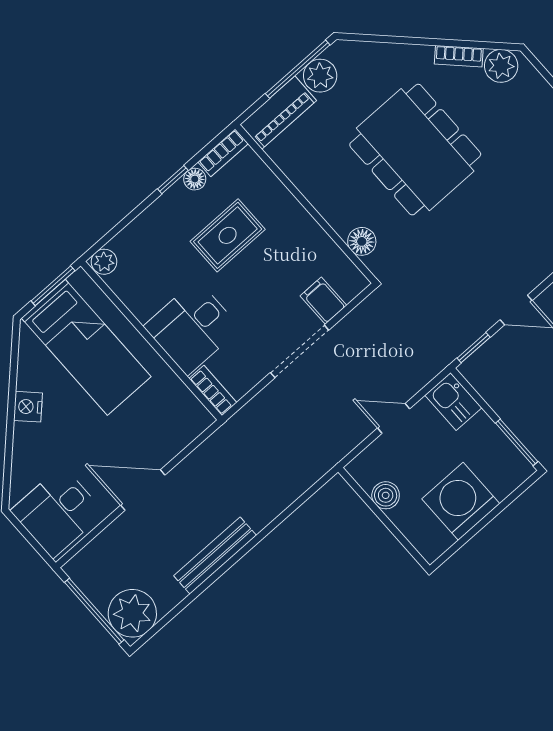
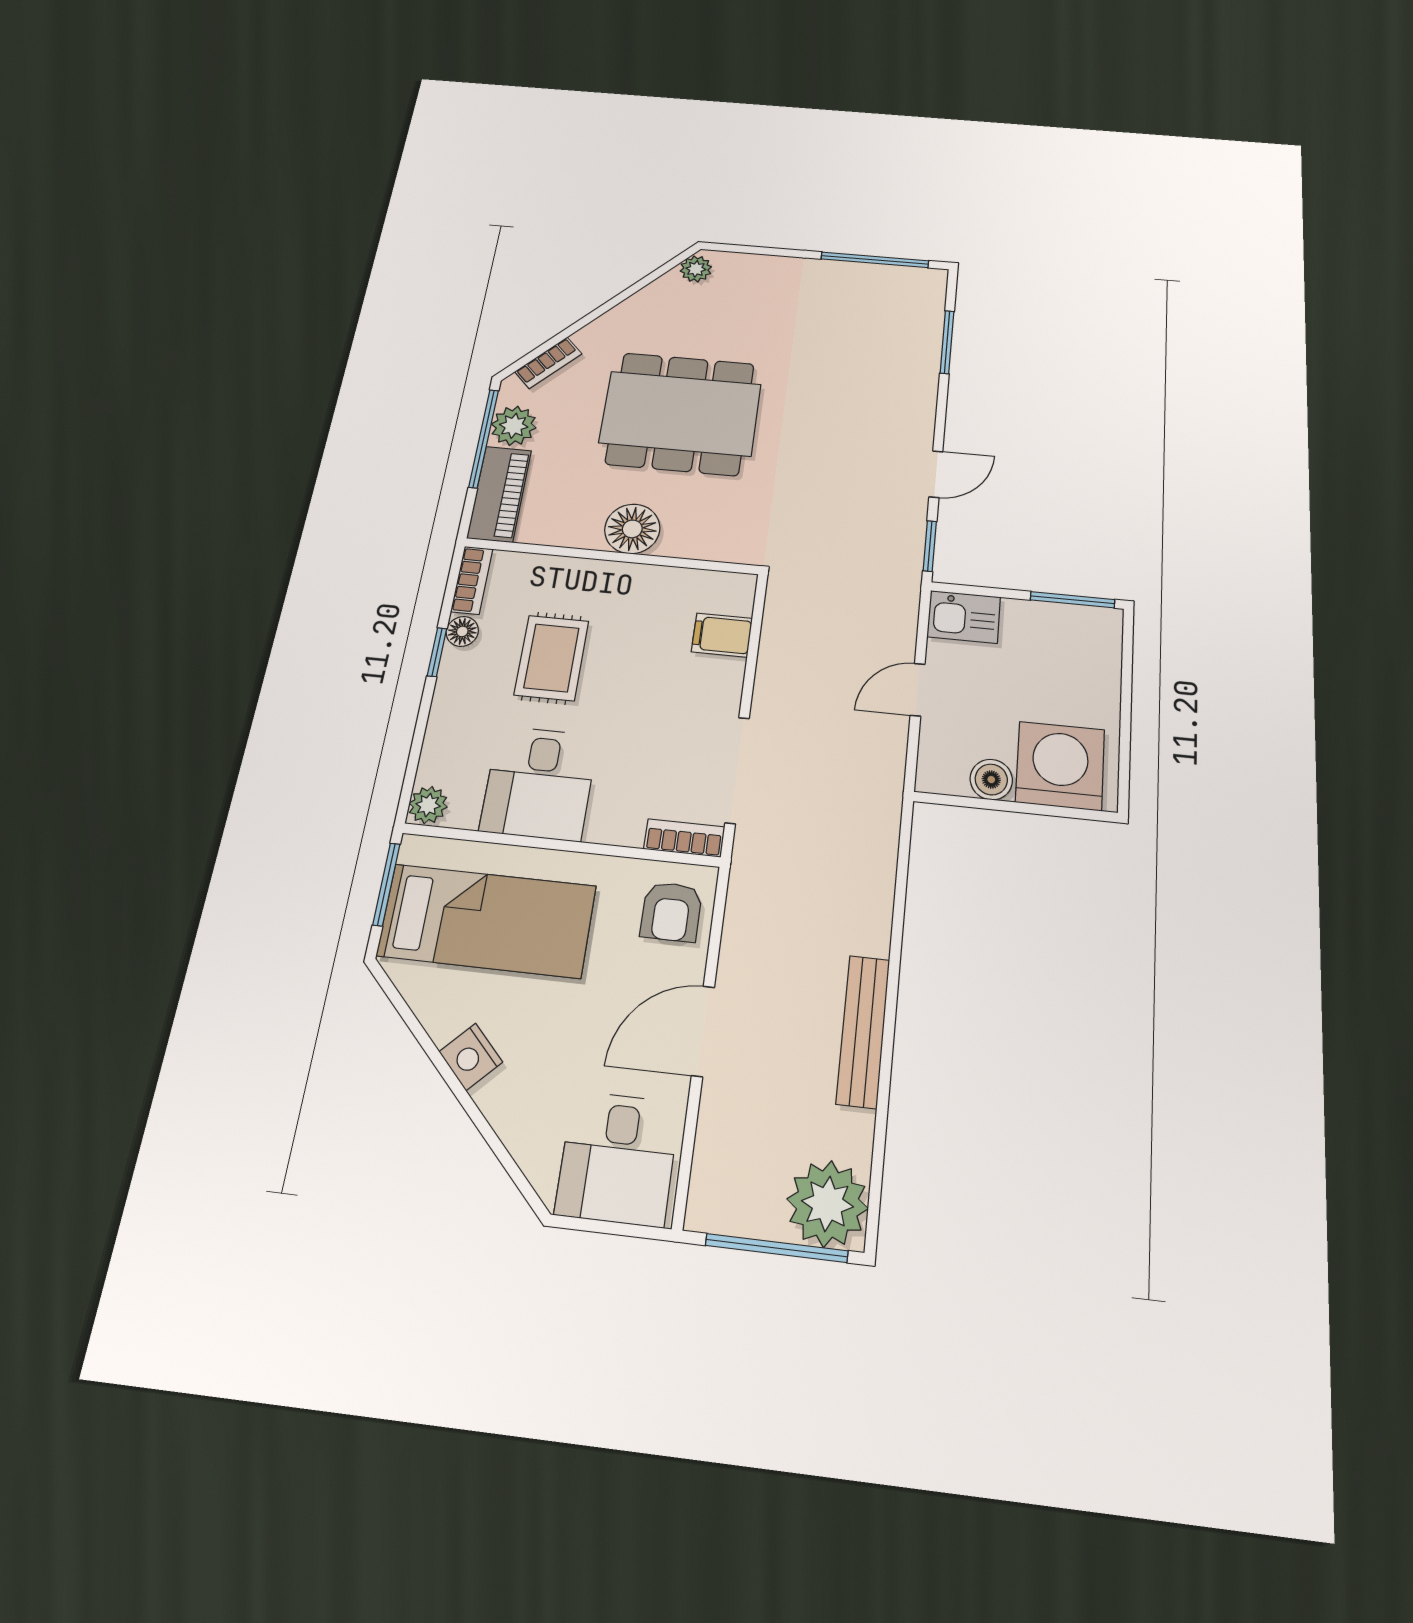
bookcase: (459, 56) -> (548, 363), moved
plant: (501, 66) -> (696, 269), width x0.73, depth x0.73
floor lamp: (362, 241) -> (632, 529), moved, width x1.38, depth x1.38
desk: (192, 327) -> (539, 783), moved
doorway: (300, 351) -> (737, 770), moved
armchair: (176, 421) -> (671, 912), added
washing machine: (461, 501) -> (1060, 766), moved, turned 90

